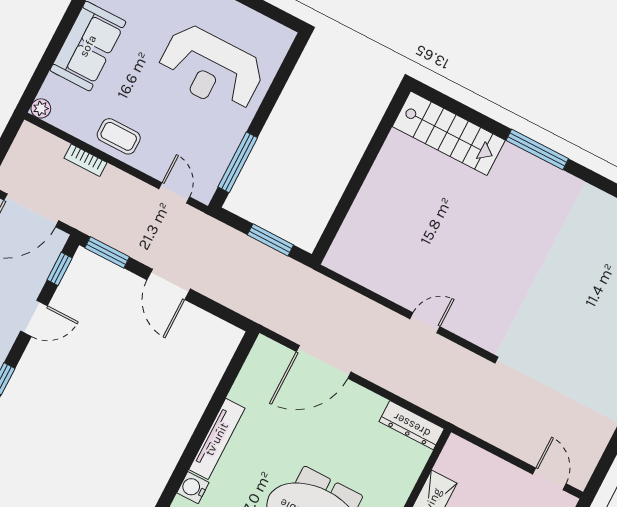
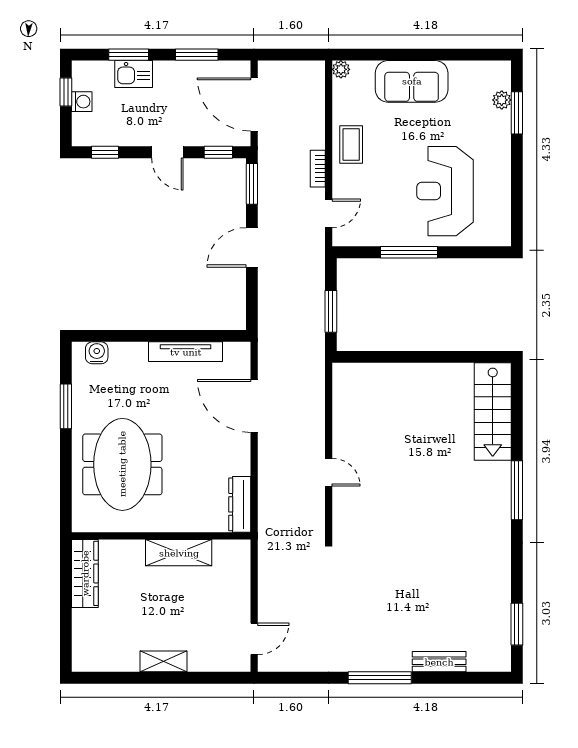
bookcase: (85, 160) -> (318, 169), moved
window: (238, 162) -> (409, 252), moved
tv unit: (217, 439) -> (186, 352), moved

